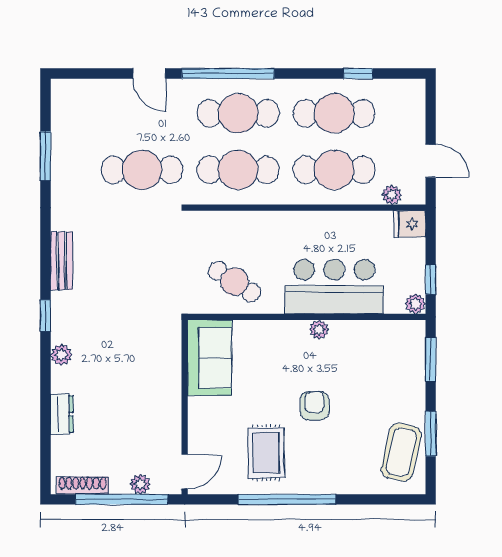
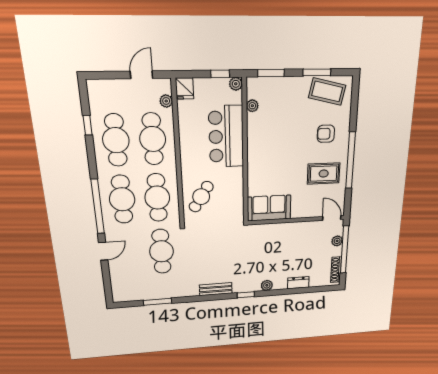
cafe table: (234, 282) -> (201, 197), moved
plant: (319, 330) -> (252, 106), moved
armchair: (315, 406) -> (326, 134), moved

